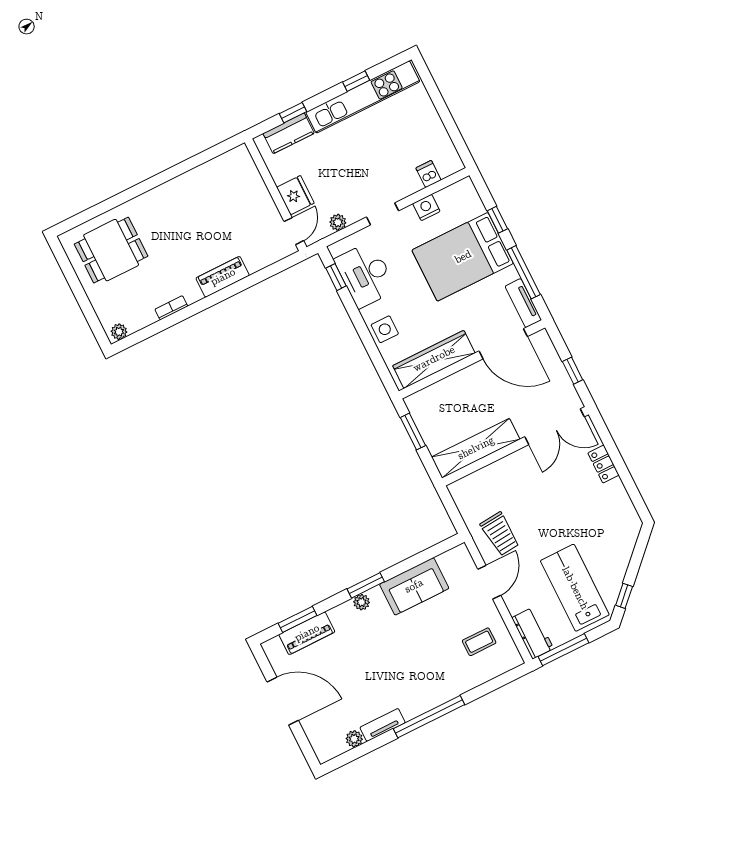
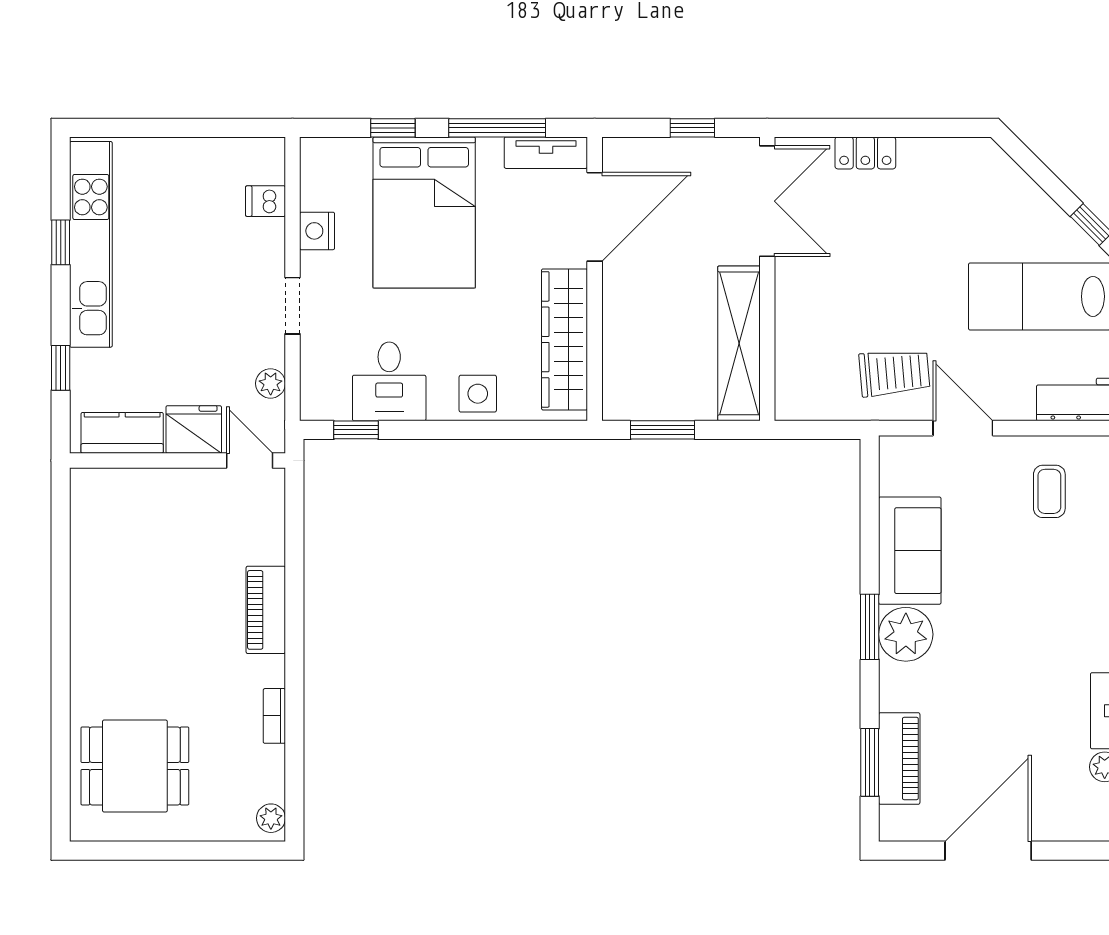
kitchen counter: (289, 133) -> (122, 433), moved, turned -90
dining table: (111, 250) -> (135, 766), turned 90
desk: (365, 275) -> (389, 381), width x0.73
plant: (362, 602) -> (906, 634), width x1.88, depth x1.88

